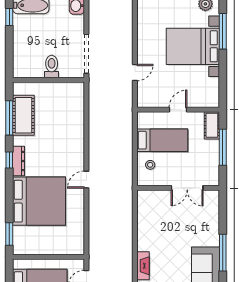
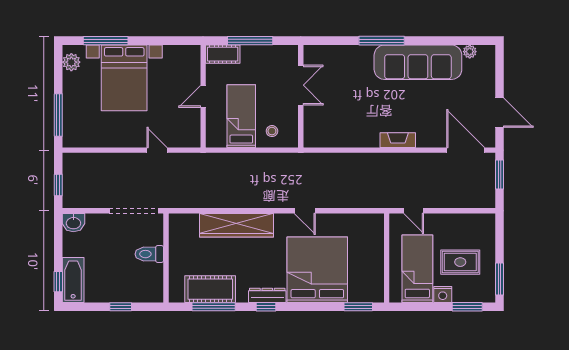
window: (9, 17) -> (121, 307), moved
door: (178, 110) -> (203, 96), hinge flipped
wardrobe: (75, 136) -> (237, 225), added
door: (86, 180) -> (305, 211), moved

